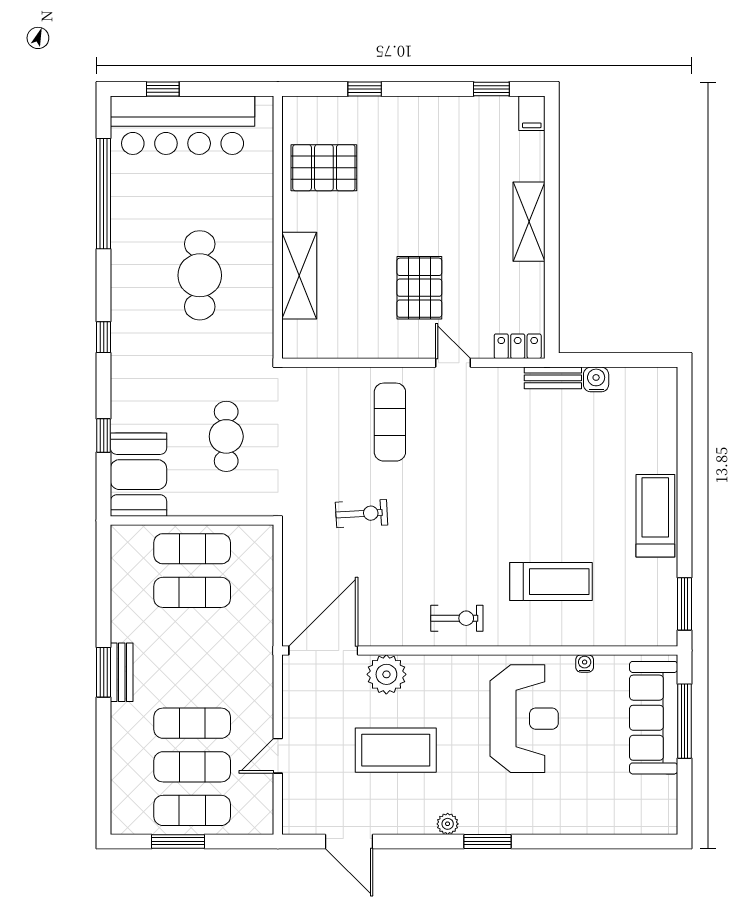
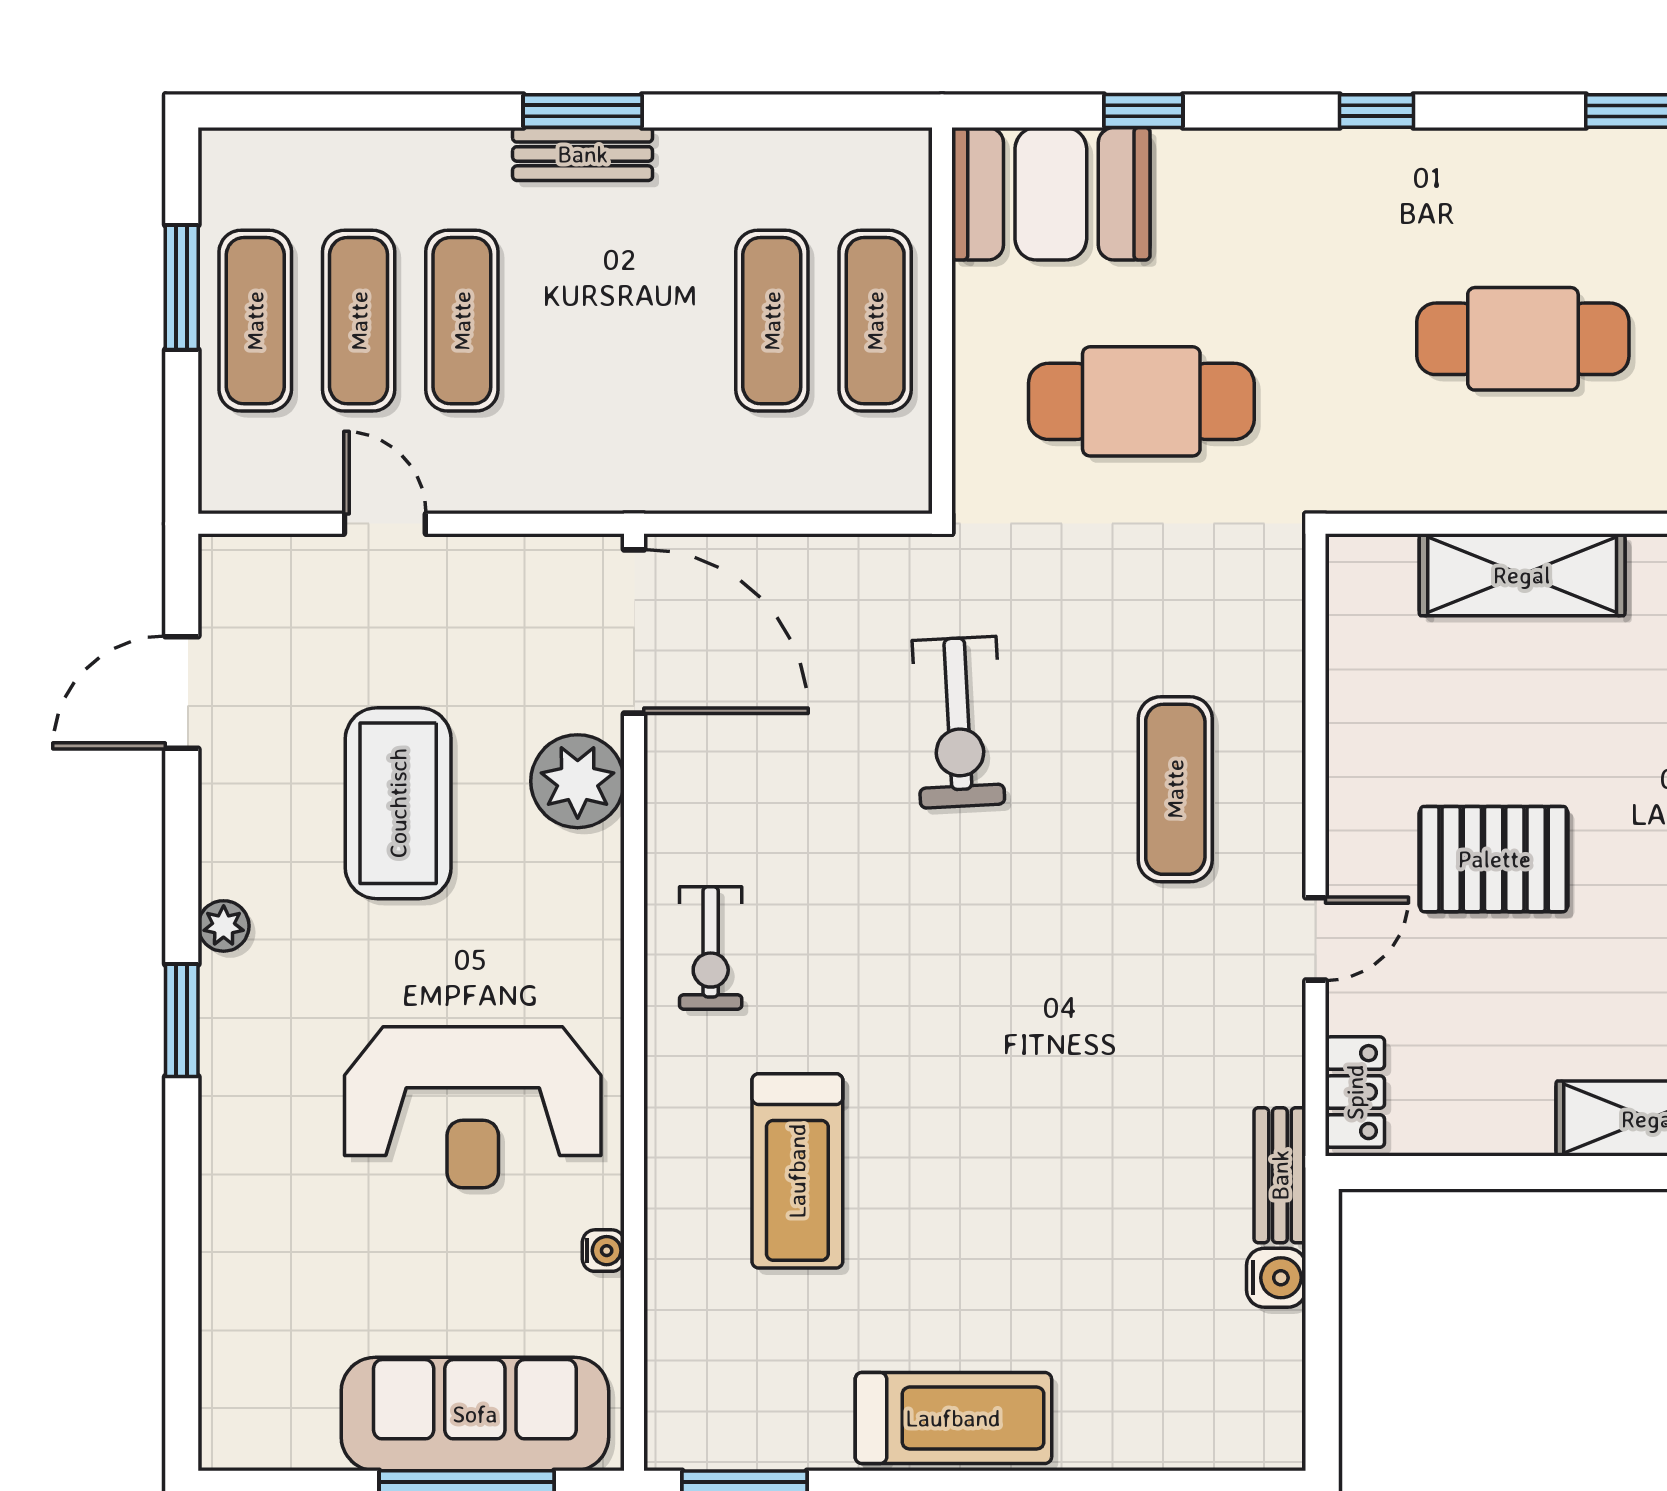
exercise mat: (390, 422) -> (1175, 789), turned 90
cafe table: (226, 436) -> (1141, 401), width x1.37, depth x1.35
exercise bike: (362, 514) -> (958, 722), width x1.38, depth x1.39

